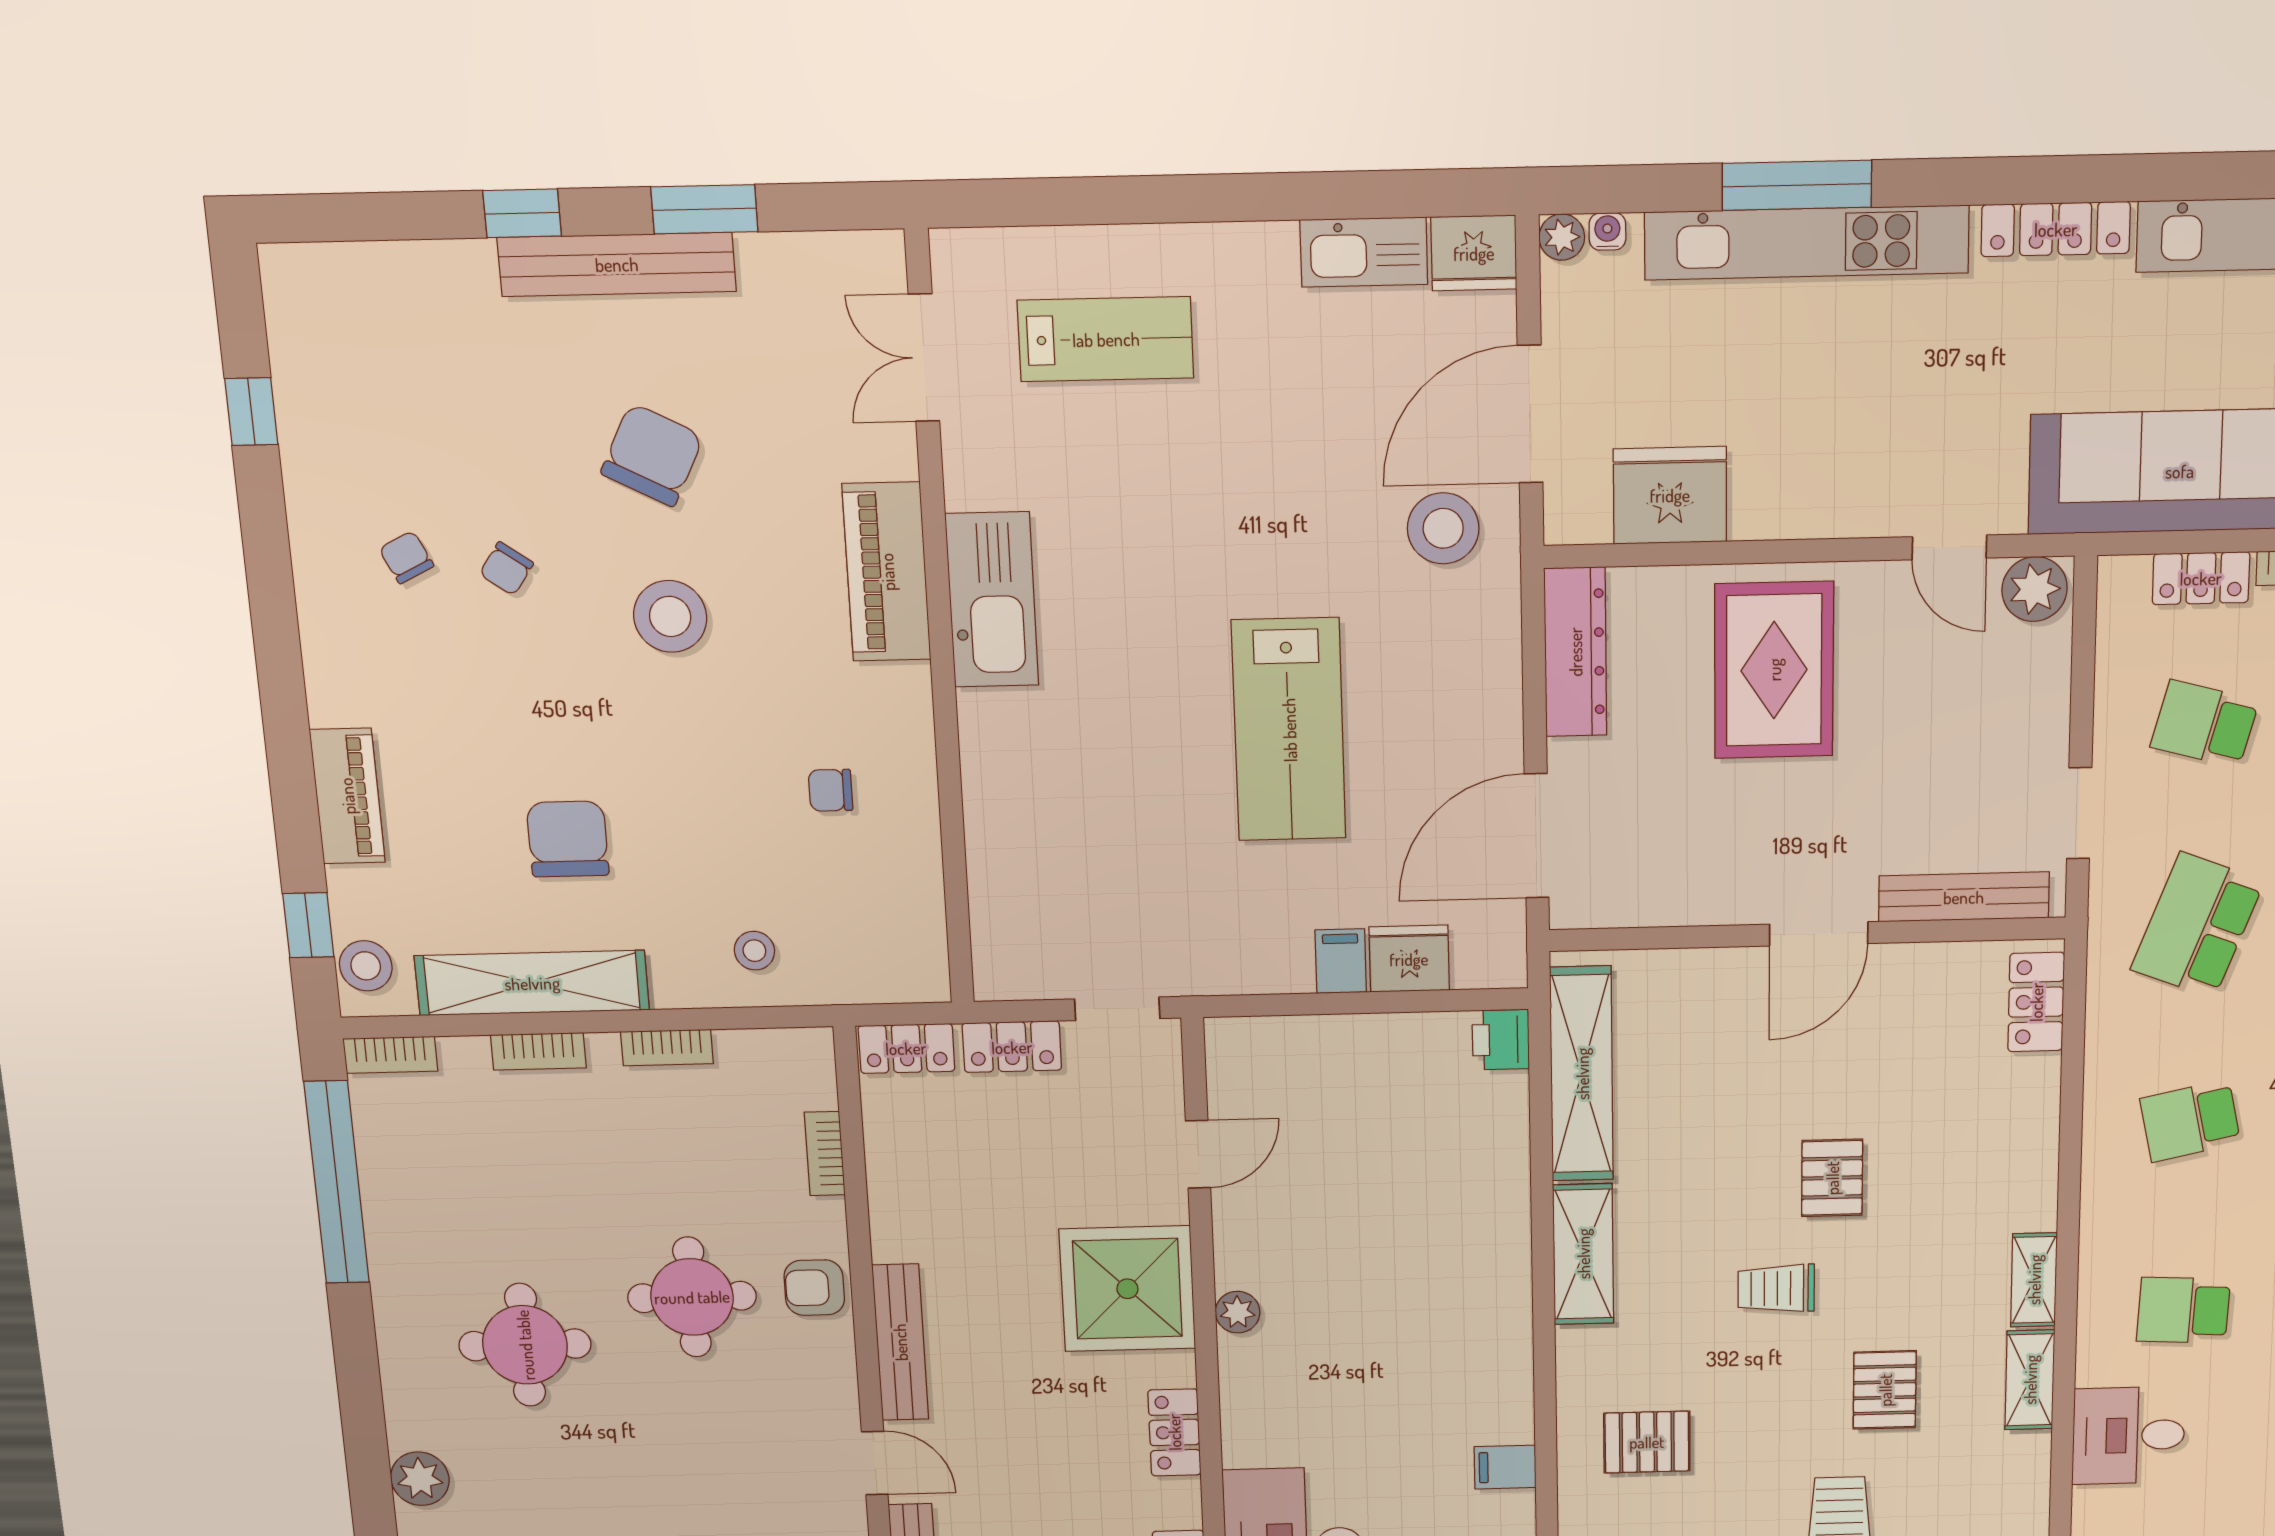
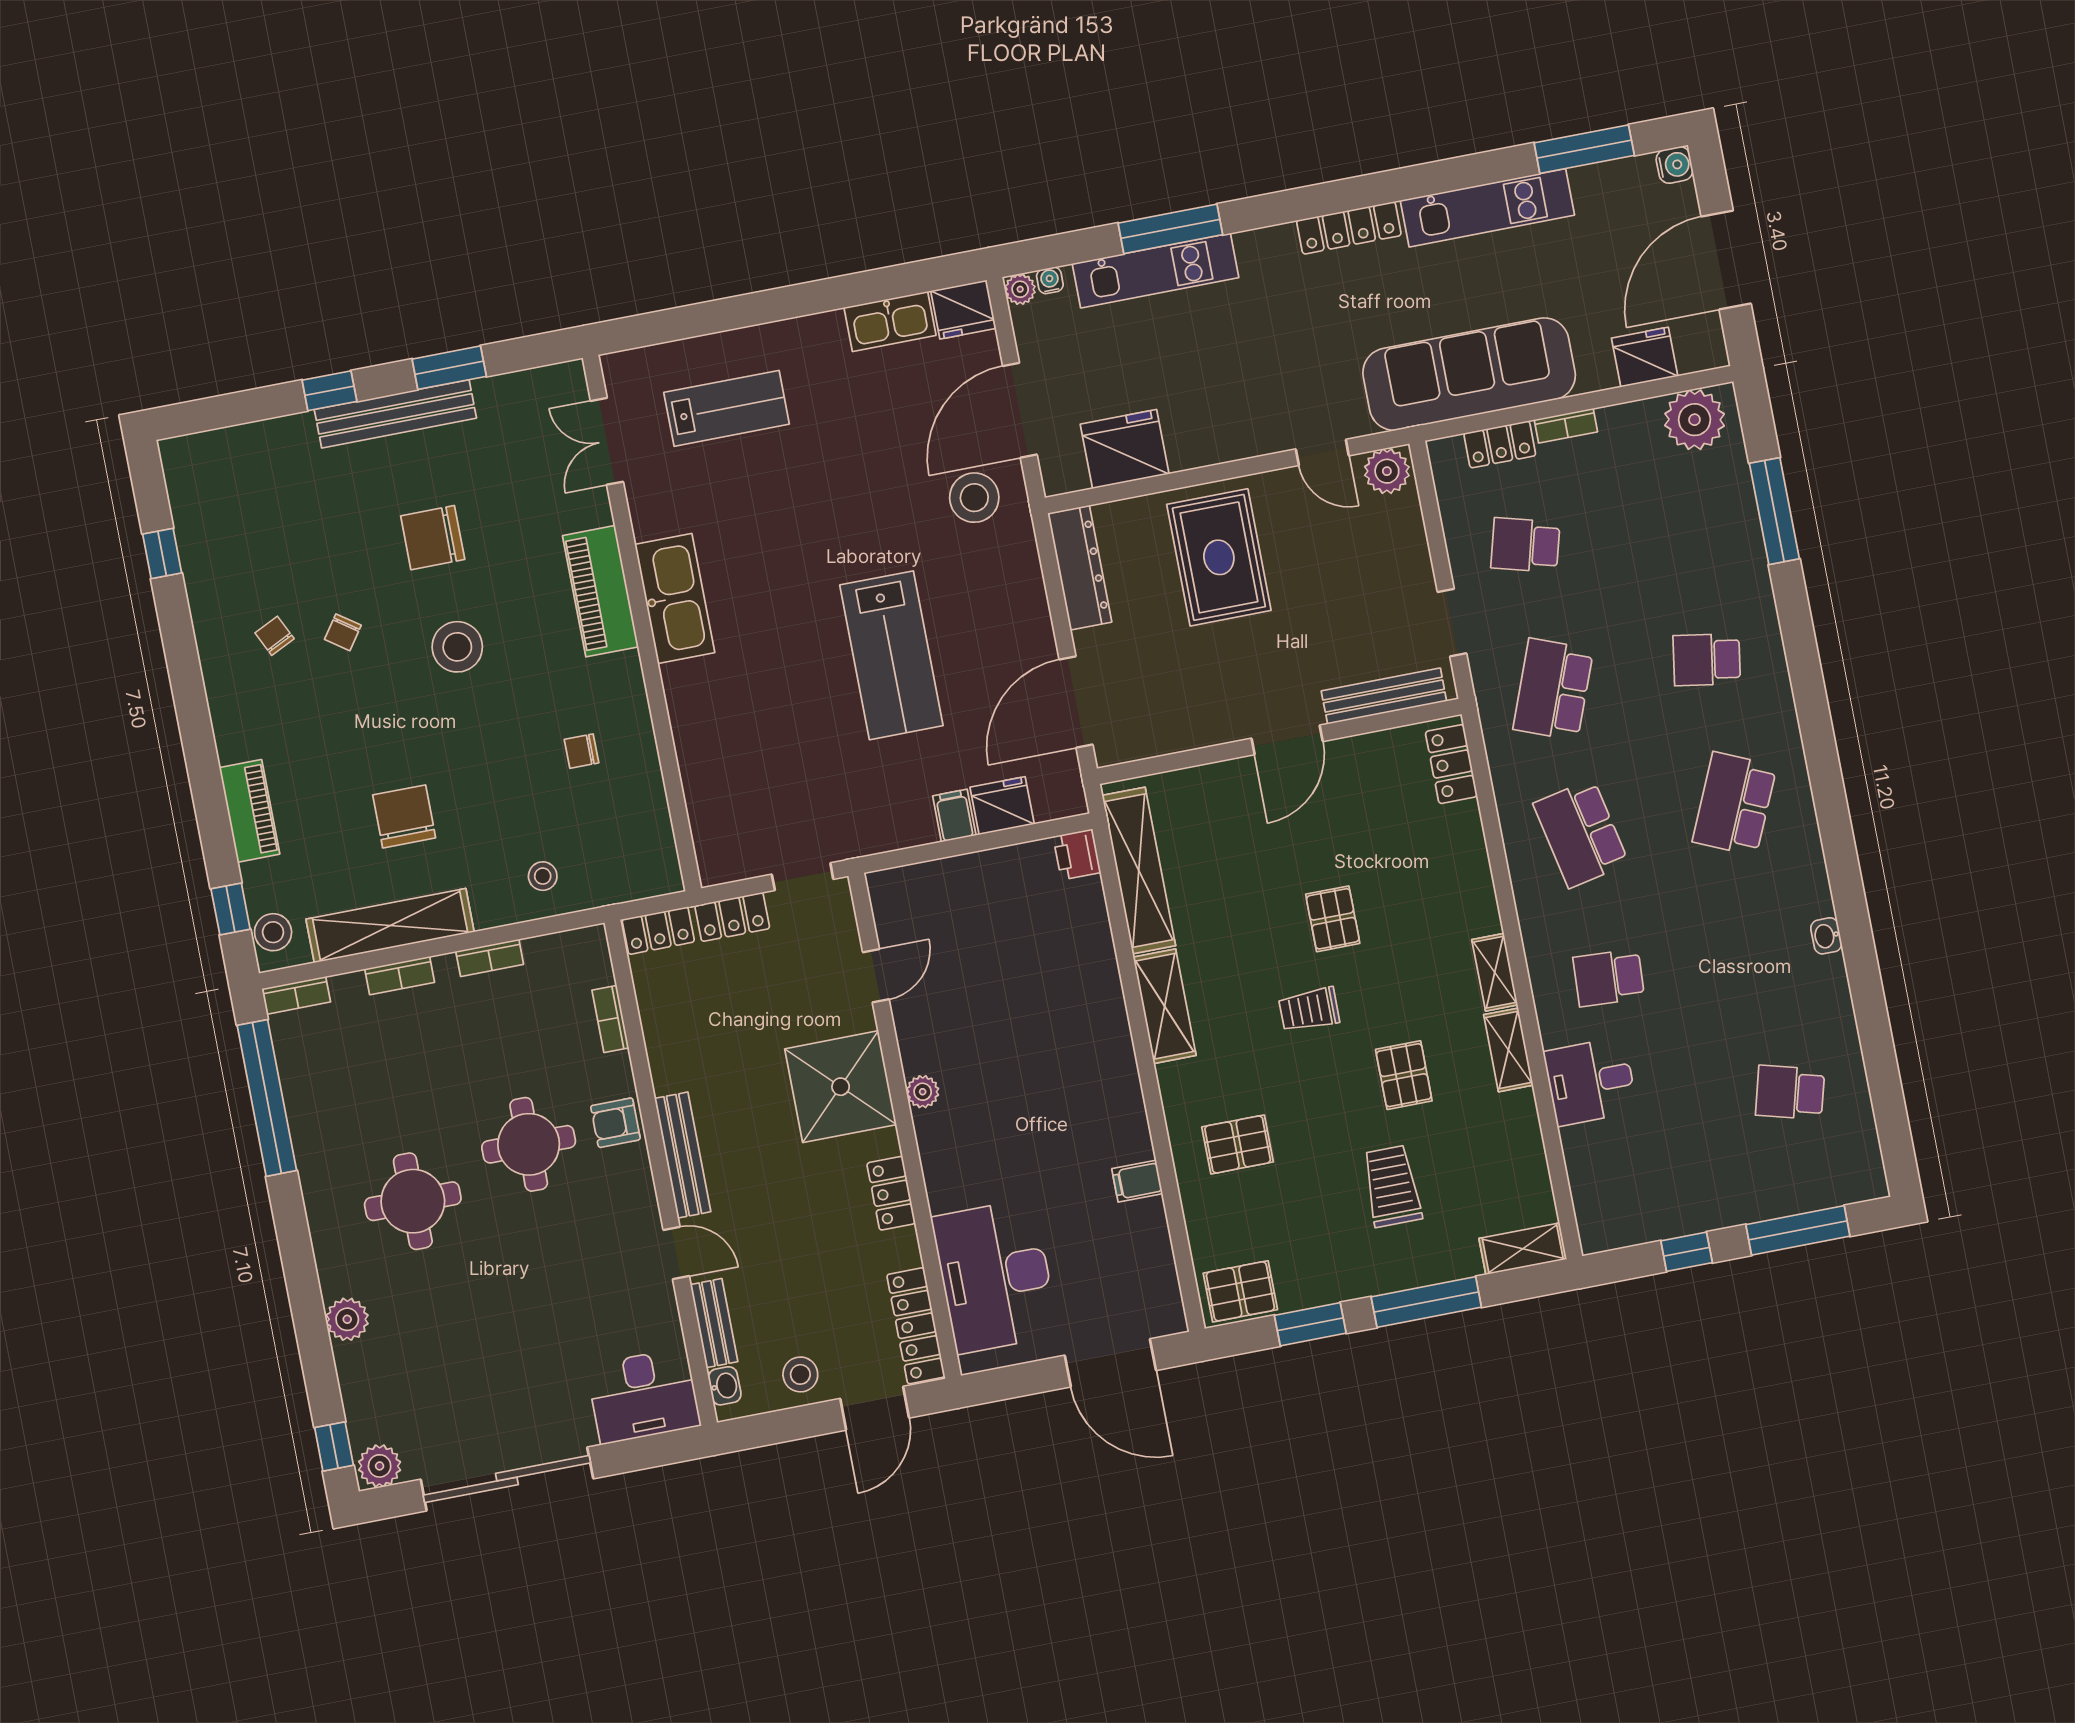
kitchen unit: (1807, 243) -> (1155, 271), width x0.73
chair: (652, 455) -> (433, 538), turned -117
school desk: (2190, 1121) -> (1581, 833), width x1.85

